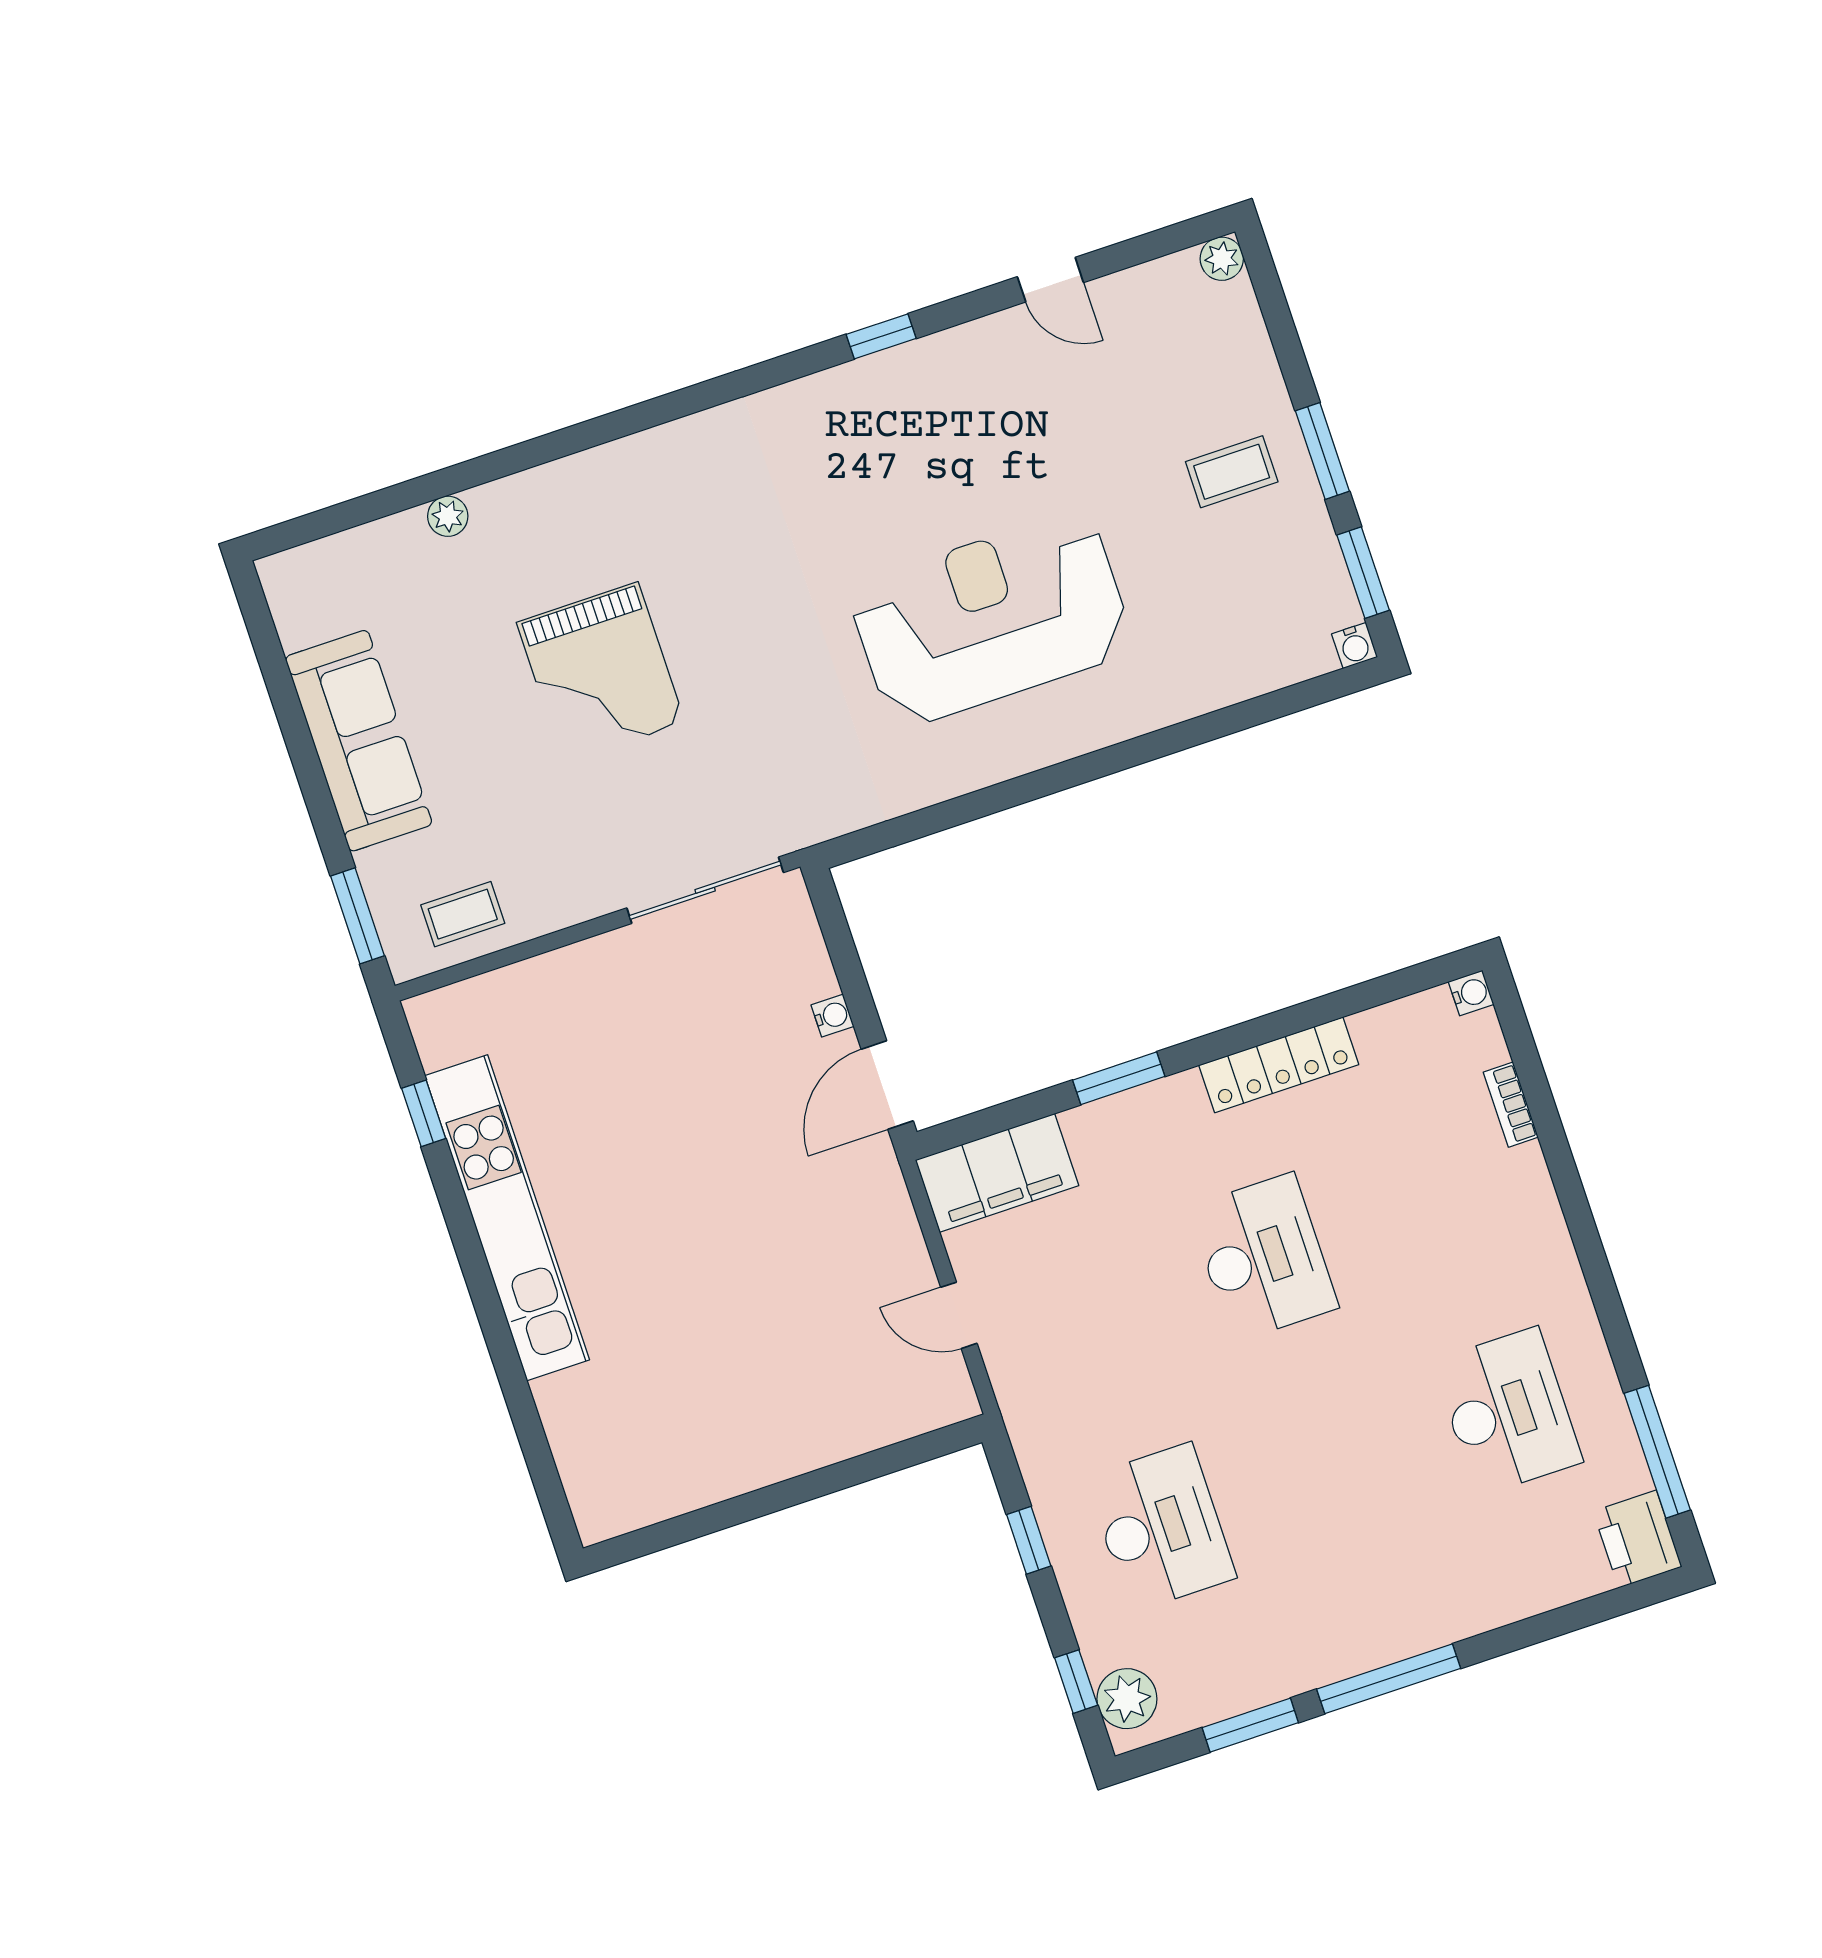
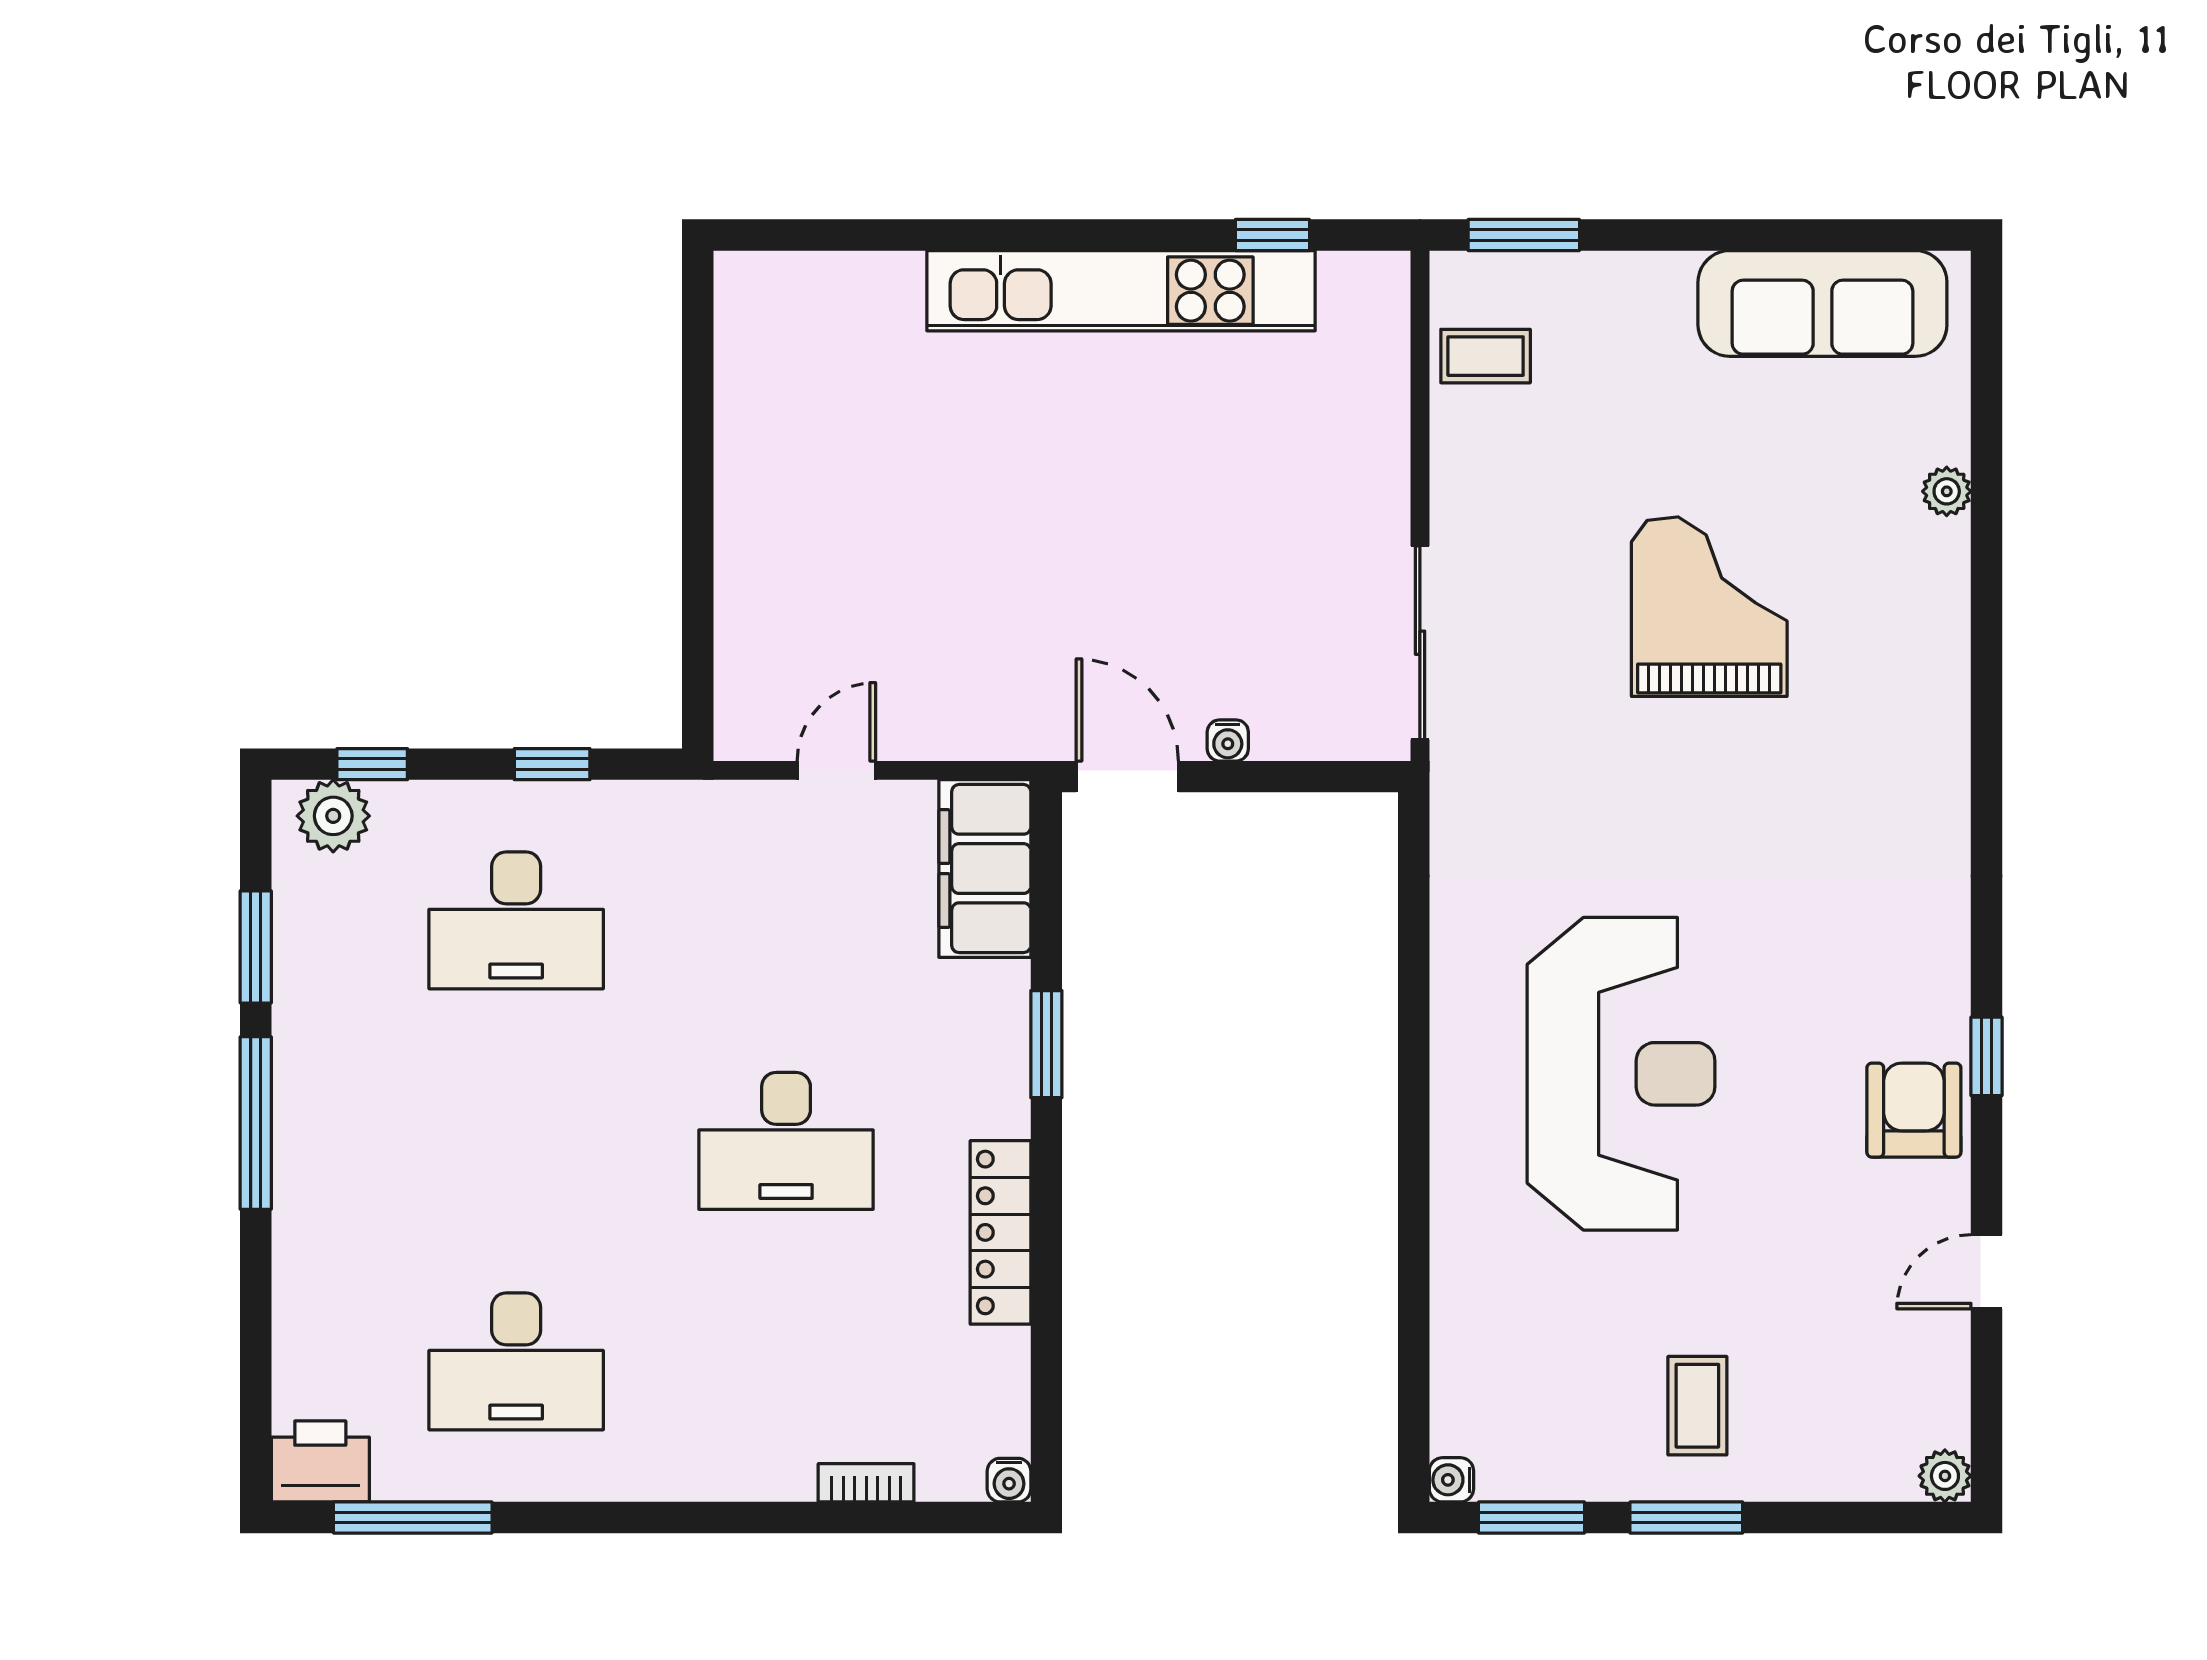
armchair: (943, 379) -> (1914, 1110), added
grand piano: (601, 672) -> (1709, 607), turned 90
sofa: (359, 741) -> (1822, 303), moved
coffee table: (463, 914) -> (1486, 356), turned 90

